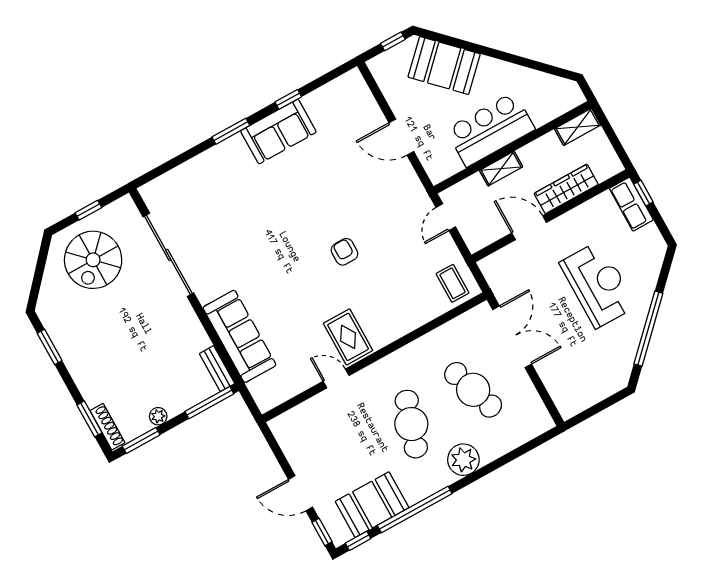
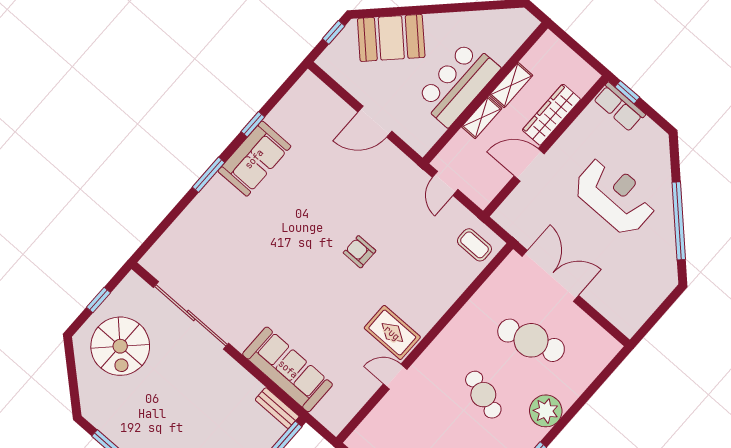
shelving: (578, 127) -> (511, 85), moved
cafe table: (411, 424) -> (483, 395), width x0.73, depth x0.74

